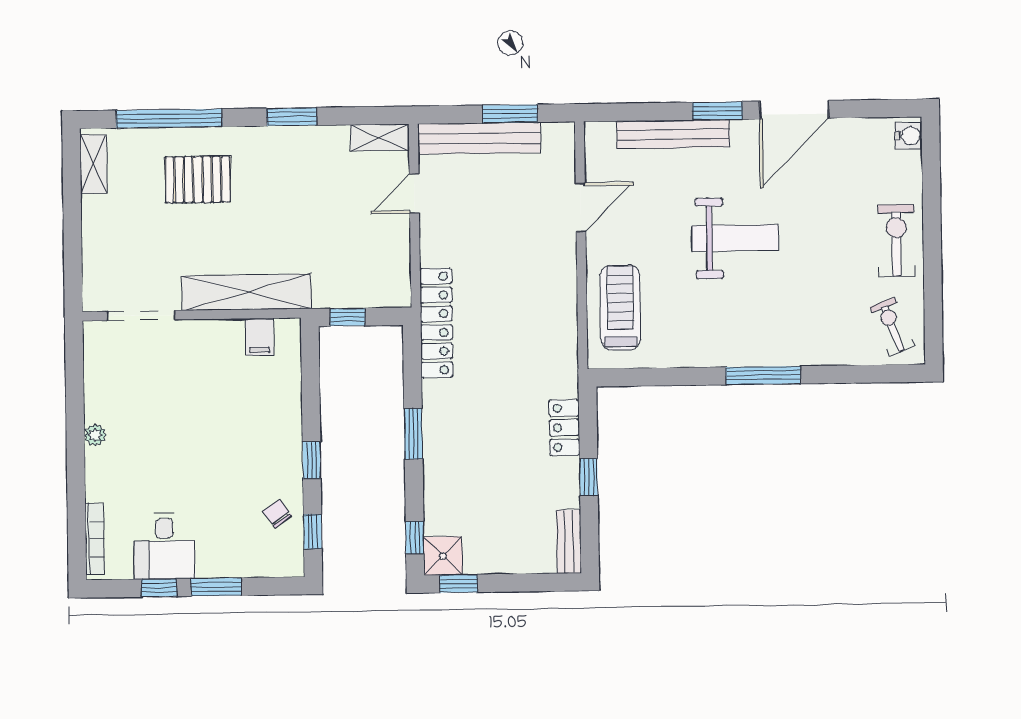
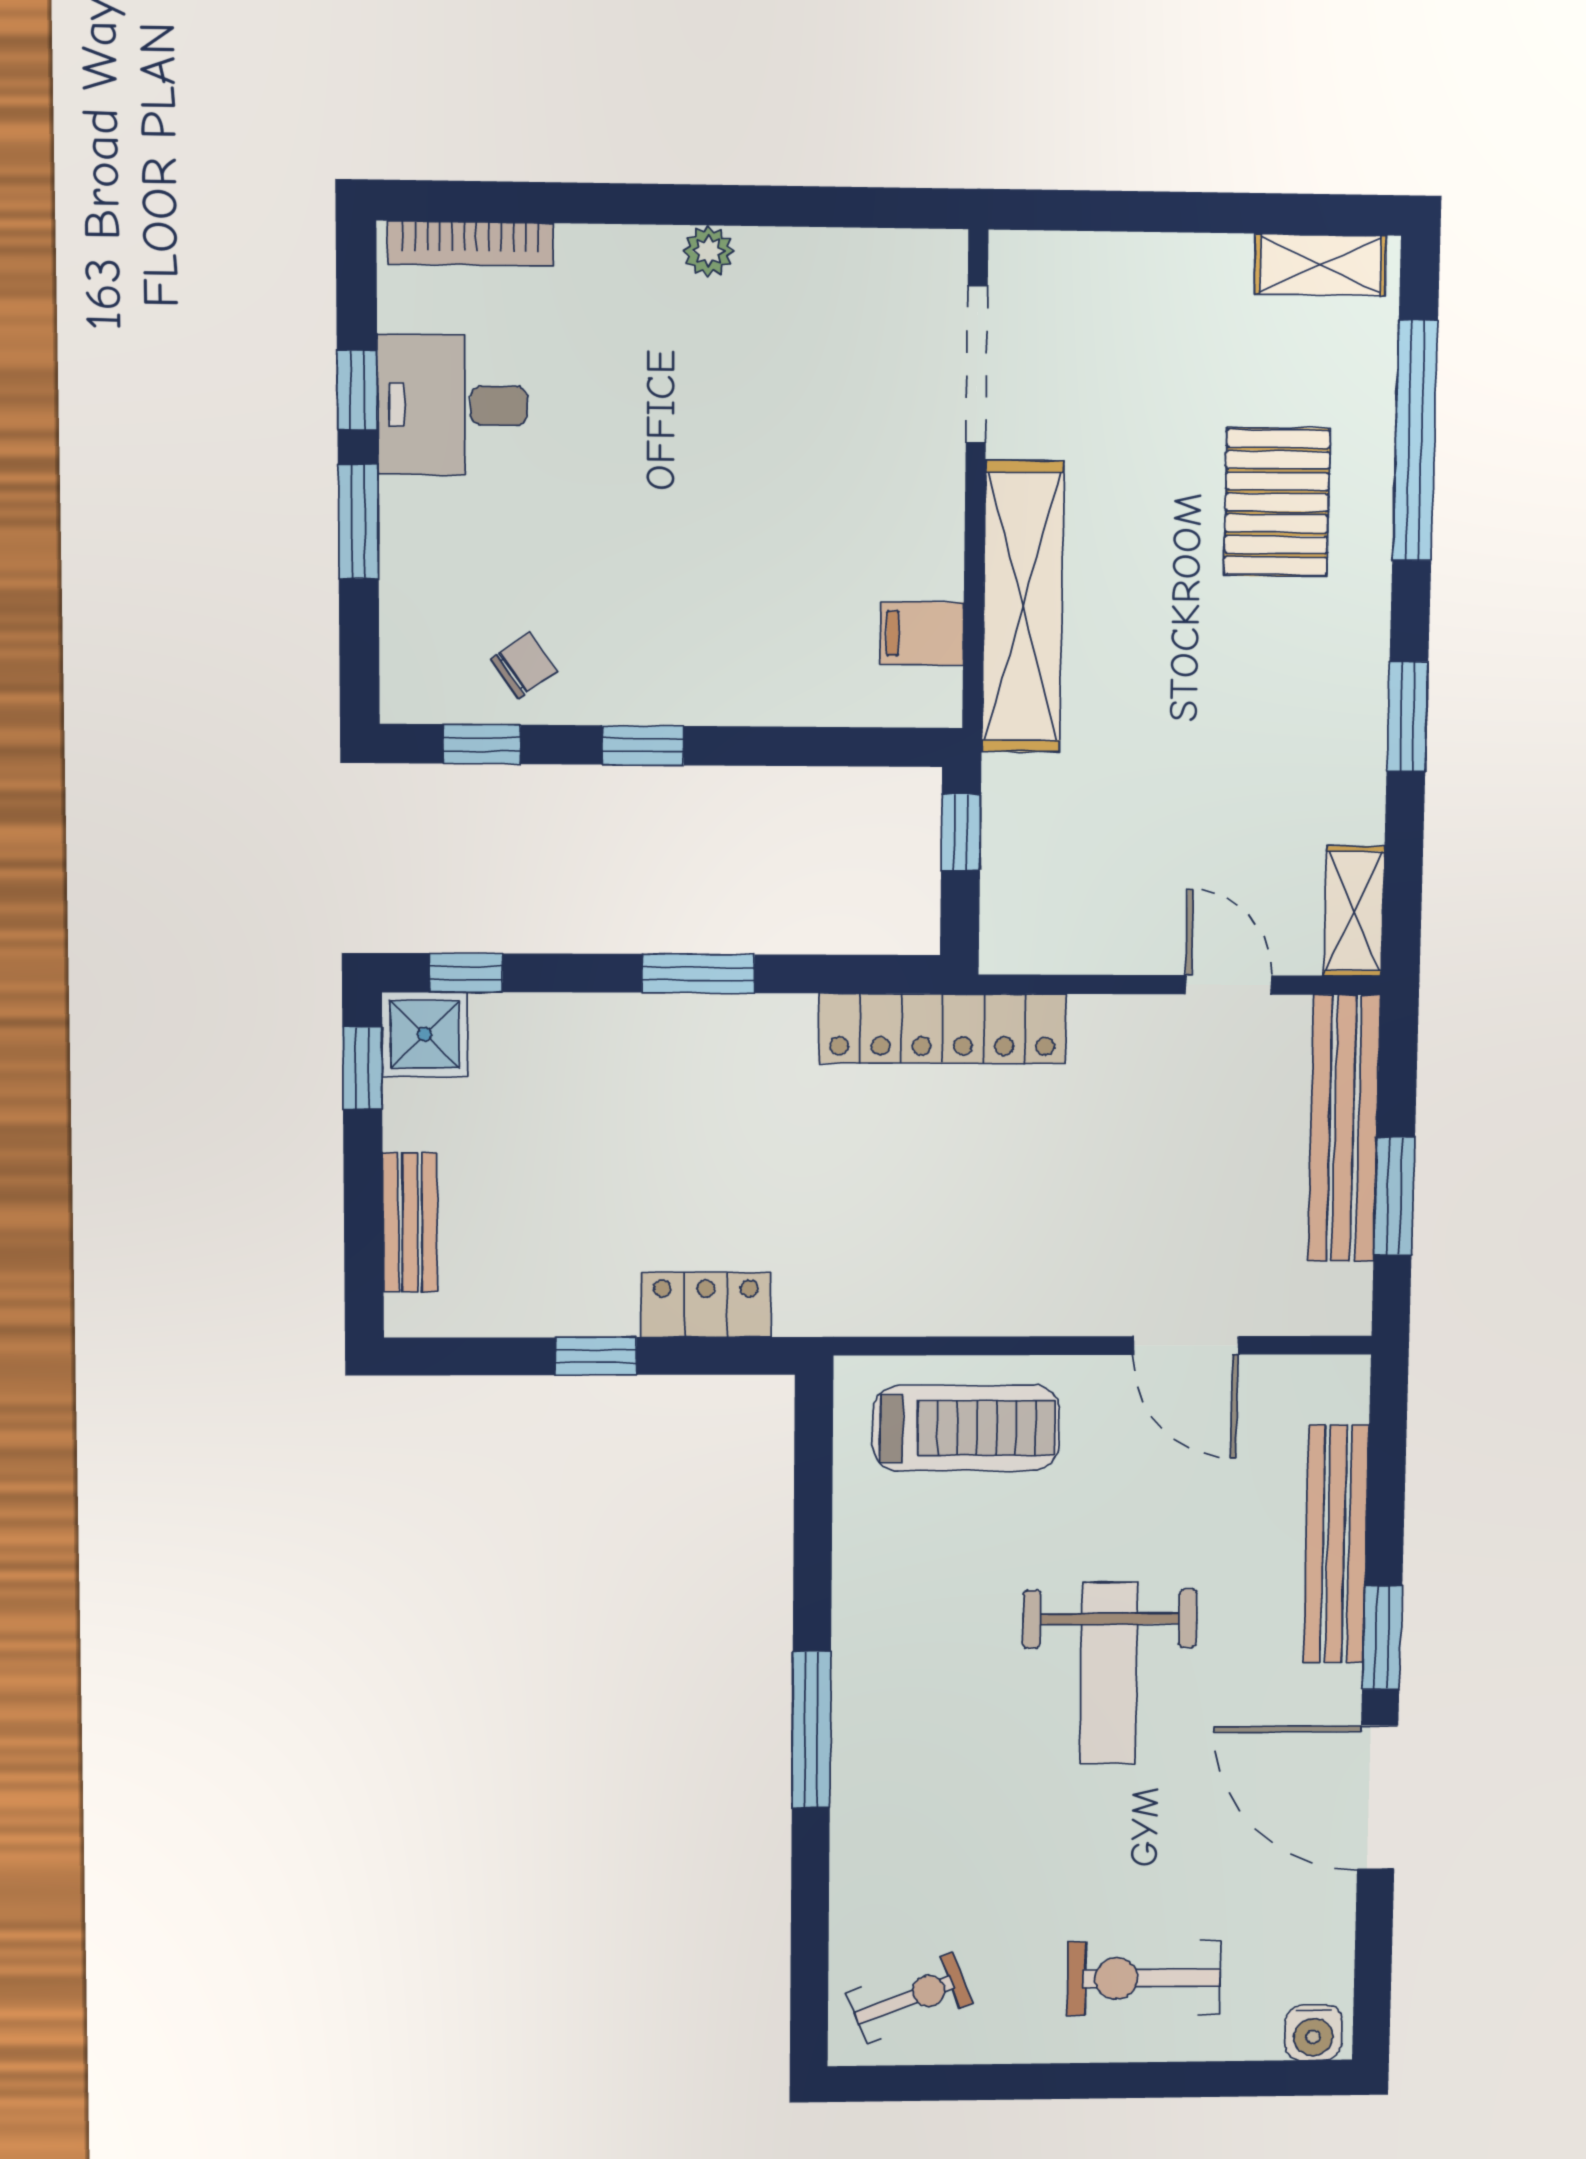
exercise bike: (896, 241) -> (1144, 1978), moved, turned 180
bench: (569, 541) -> (410, 1222), moved, turned 90

